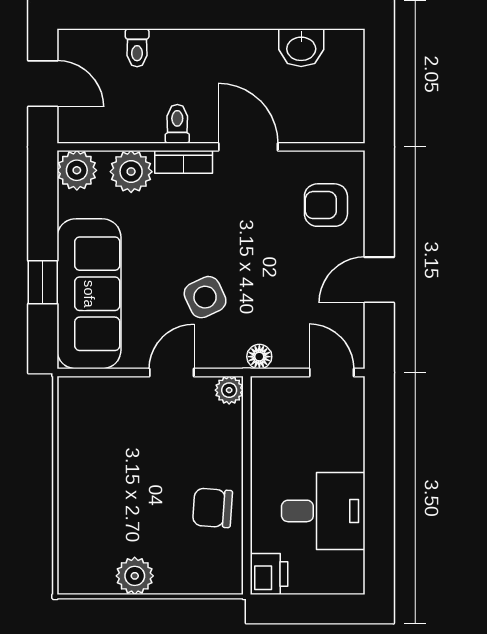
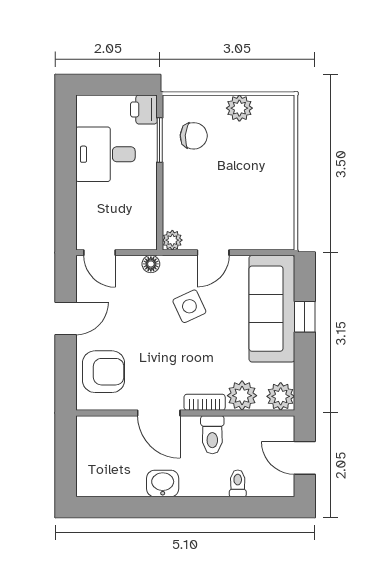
washbasin: (301, 48) -> (163, 484), moved
toilet: (177, 124) -> (212, 435), width x1.37, depth x1.39
armchair: (326, 205) -> (104, 372), width x1.38, depth x1.38
chair: (212, 508) -> (194, 136), moved
window: (247, 531) -> (160, 140), added

